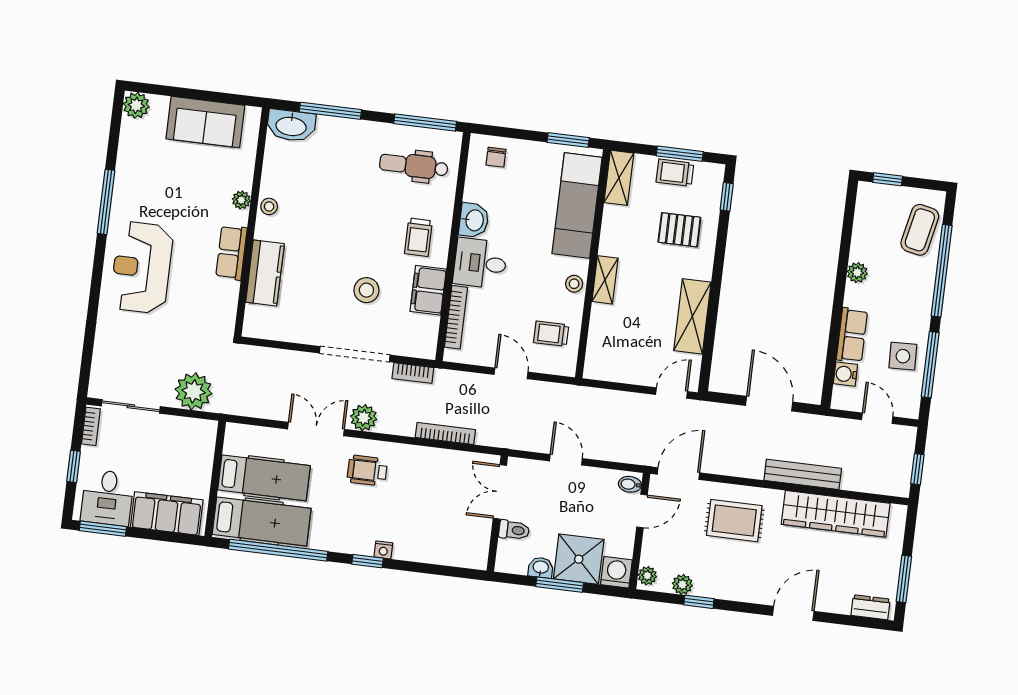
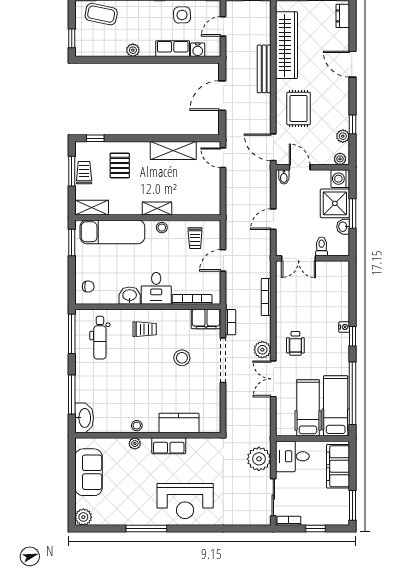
trolley: (675, 173) -> (84, 173), turned 180
filing cabinet: (428, 290) -> (206, 319), moved
desk: (107, 498) -> (292, 456), moved, turned 180

